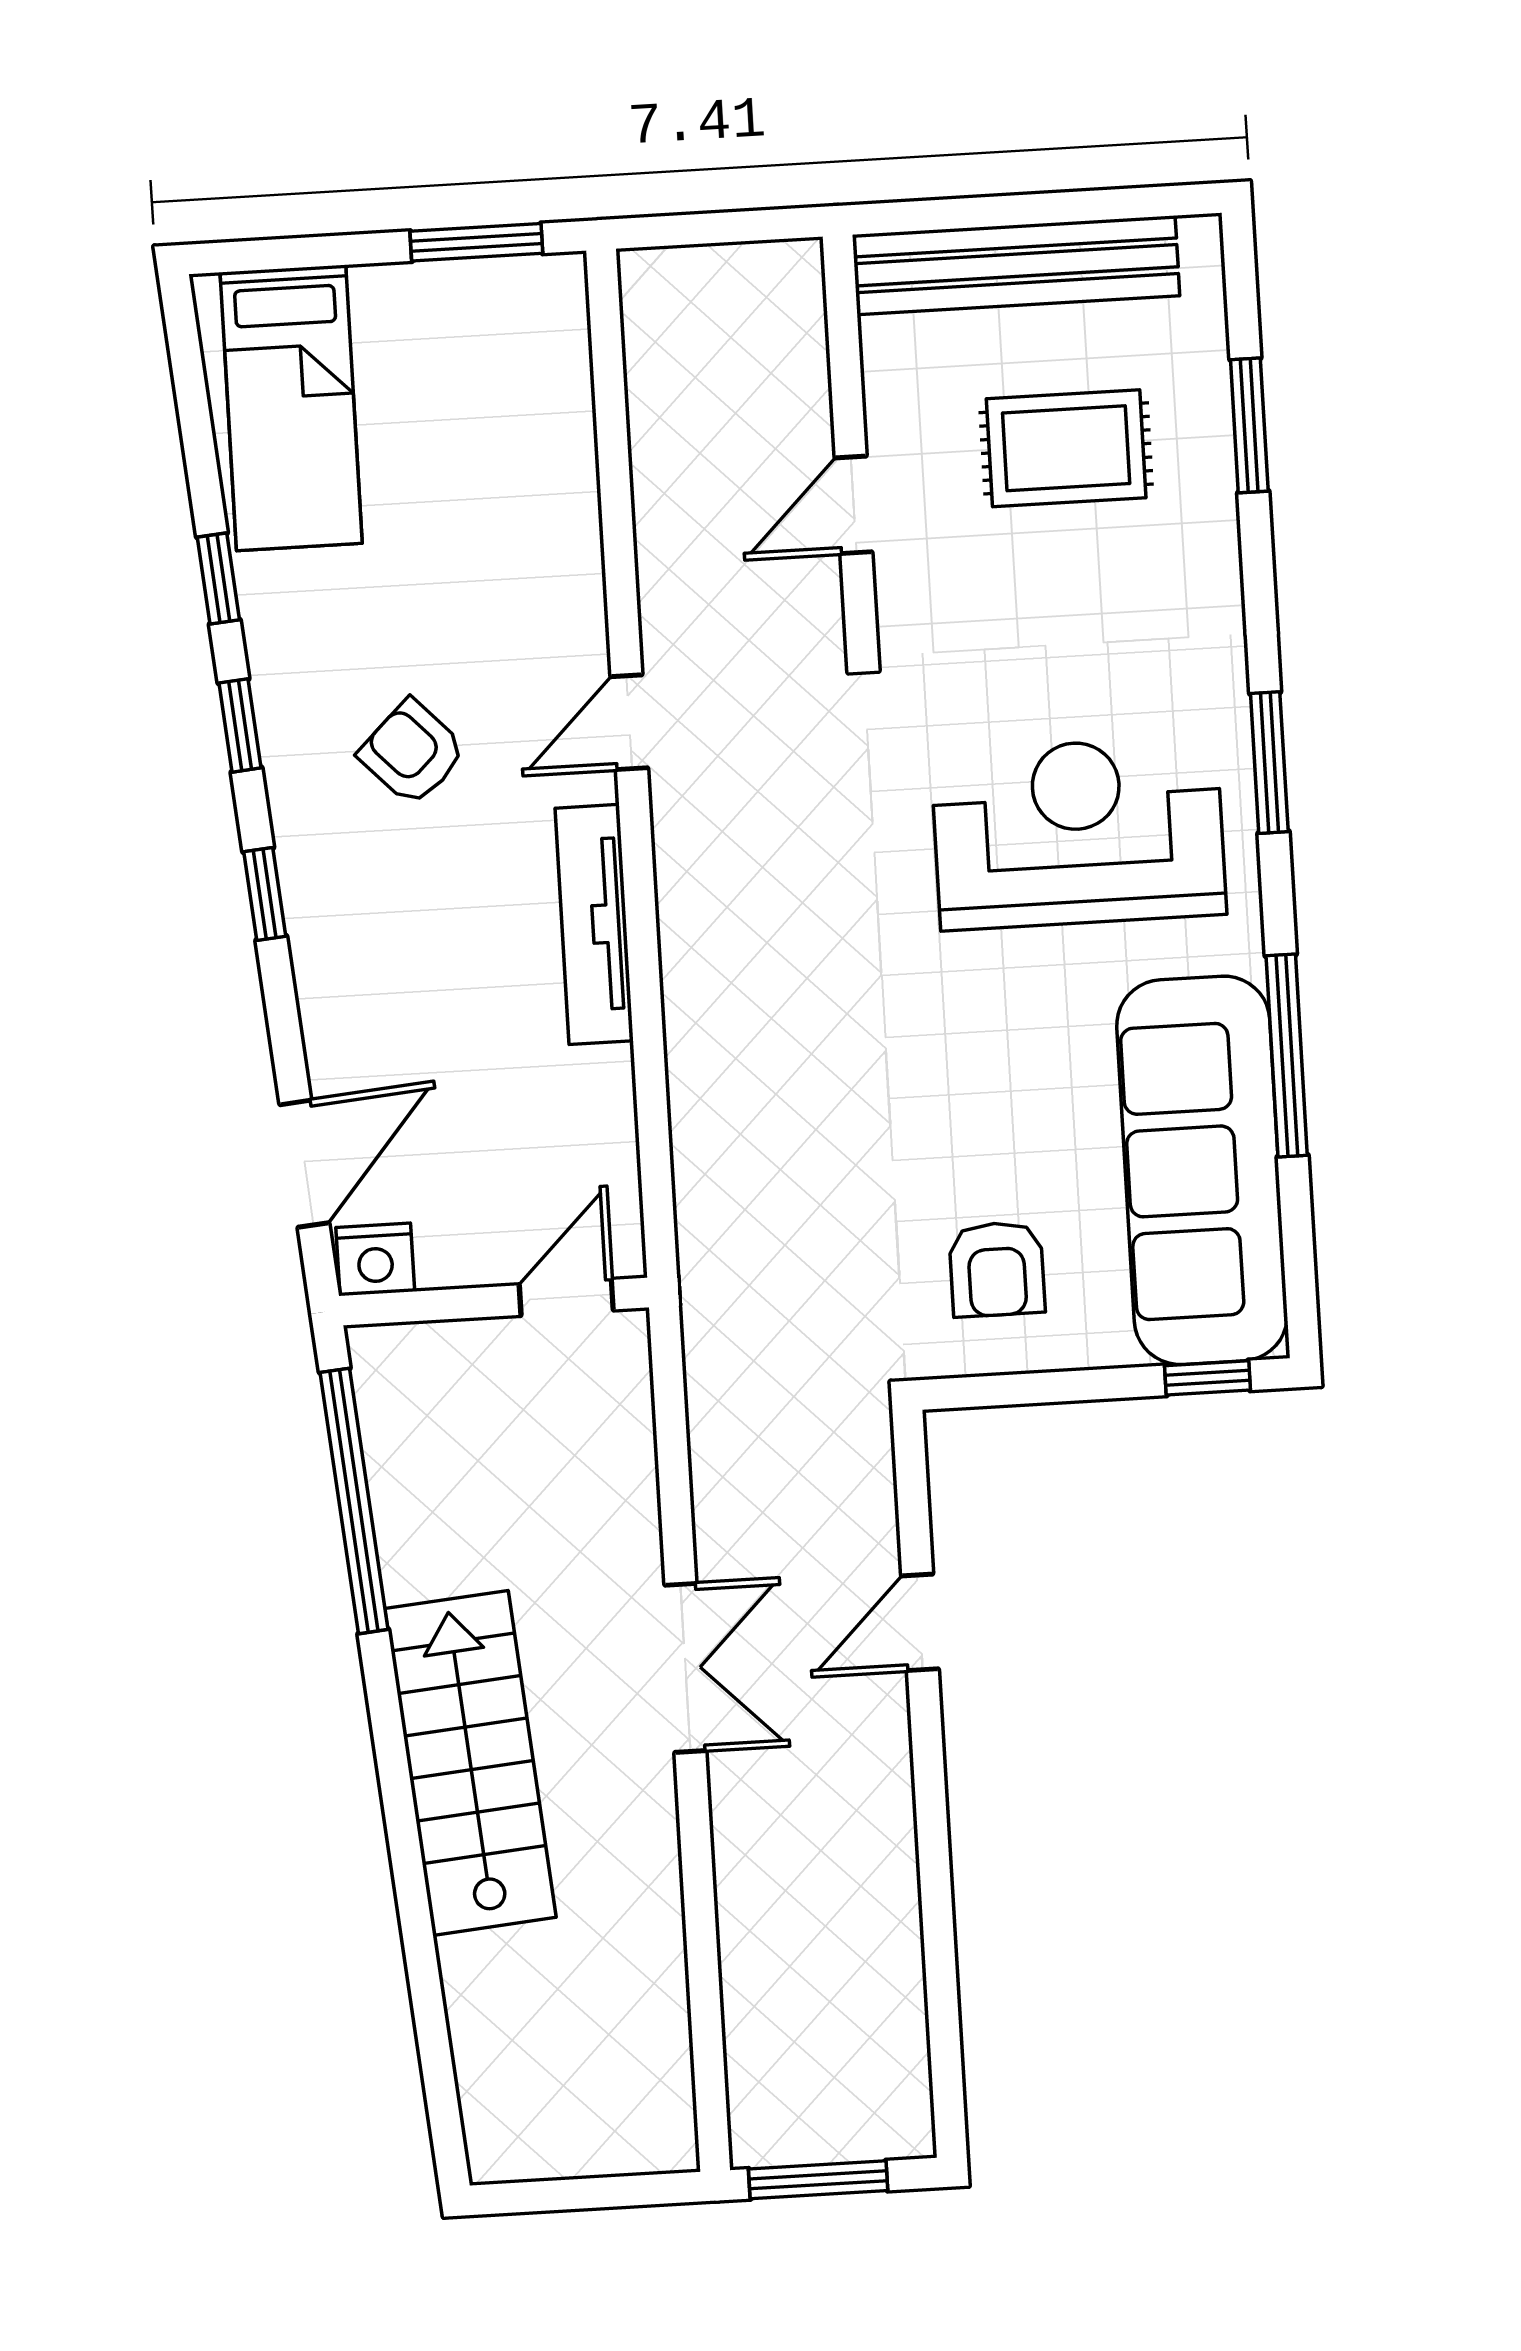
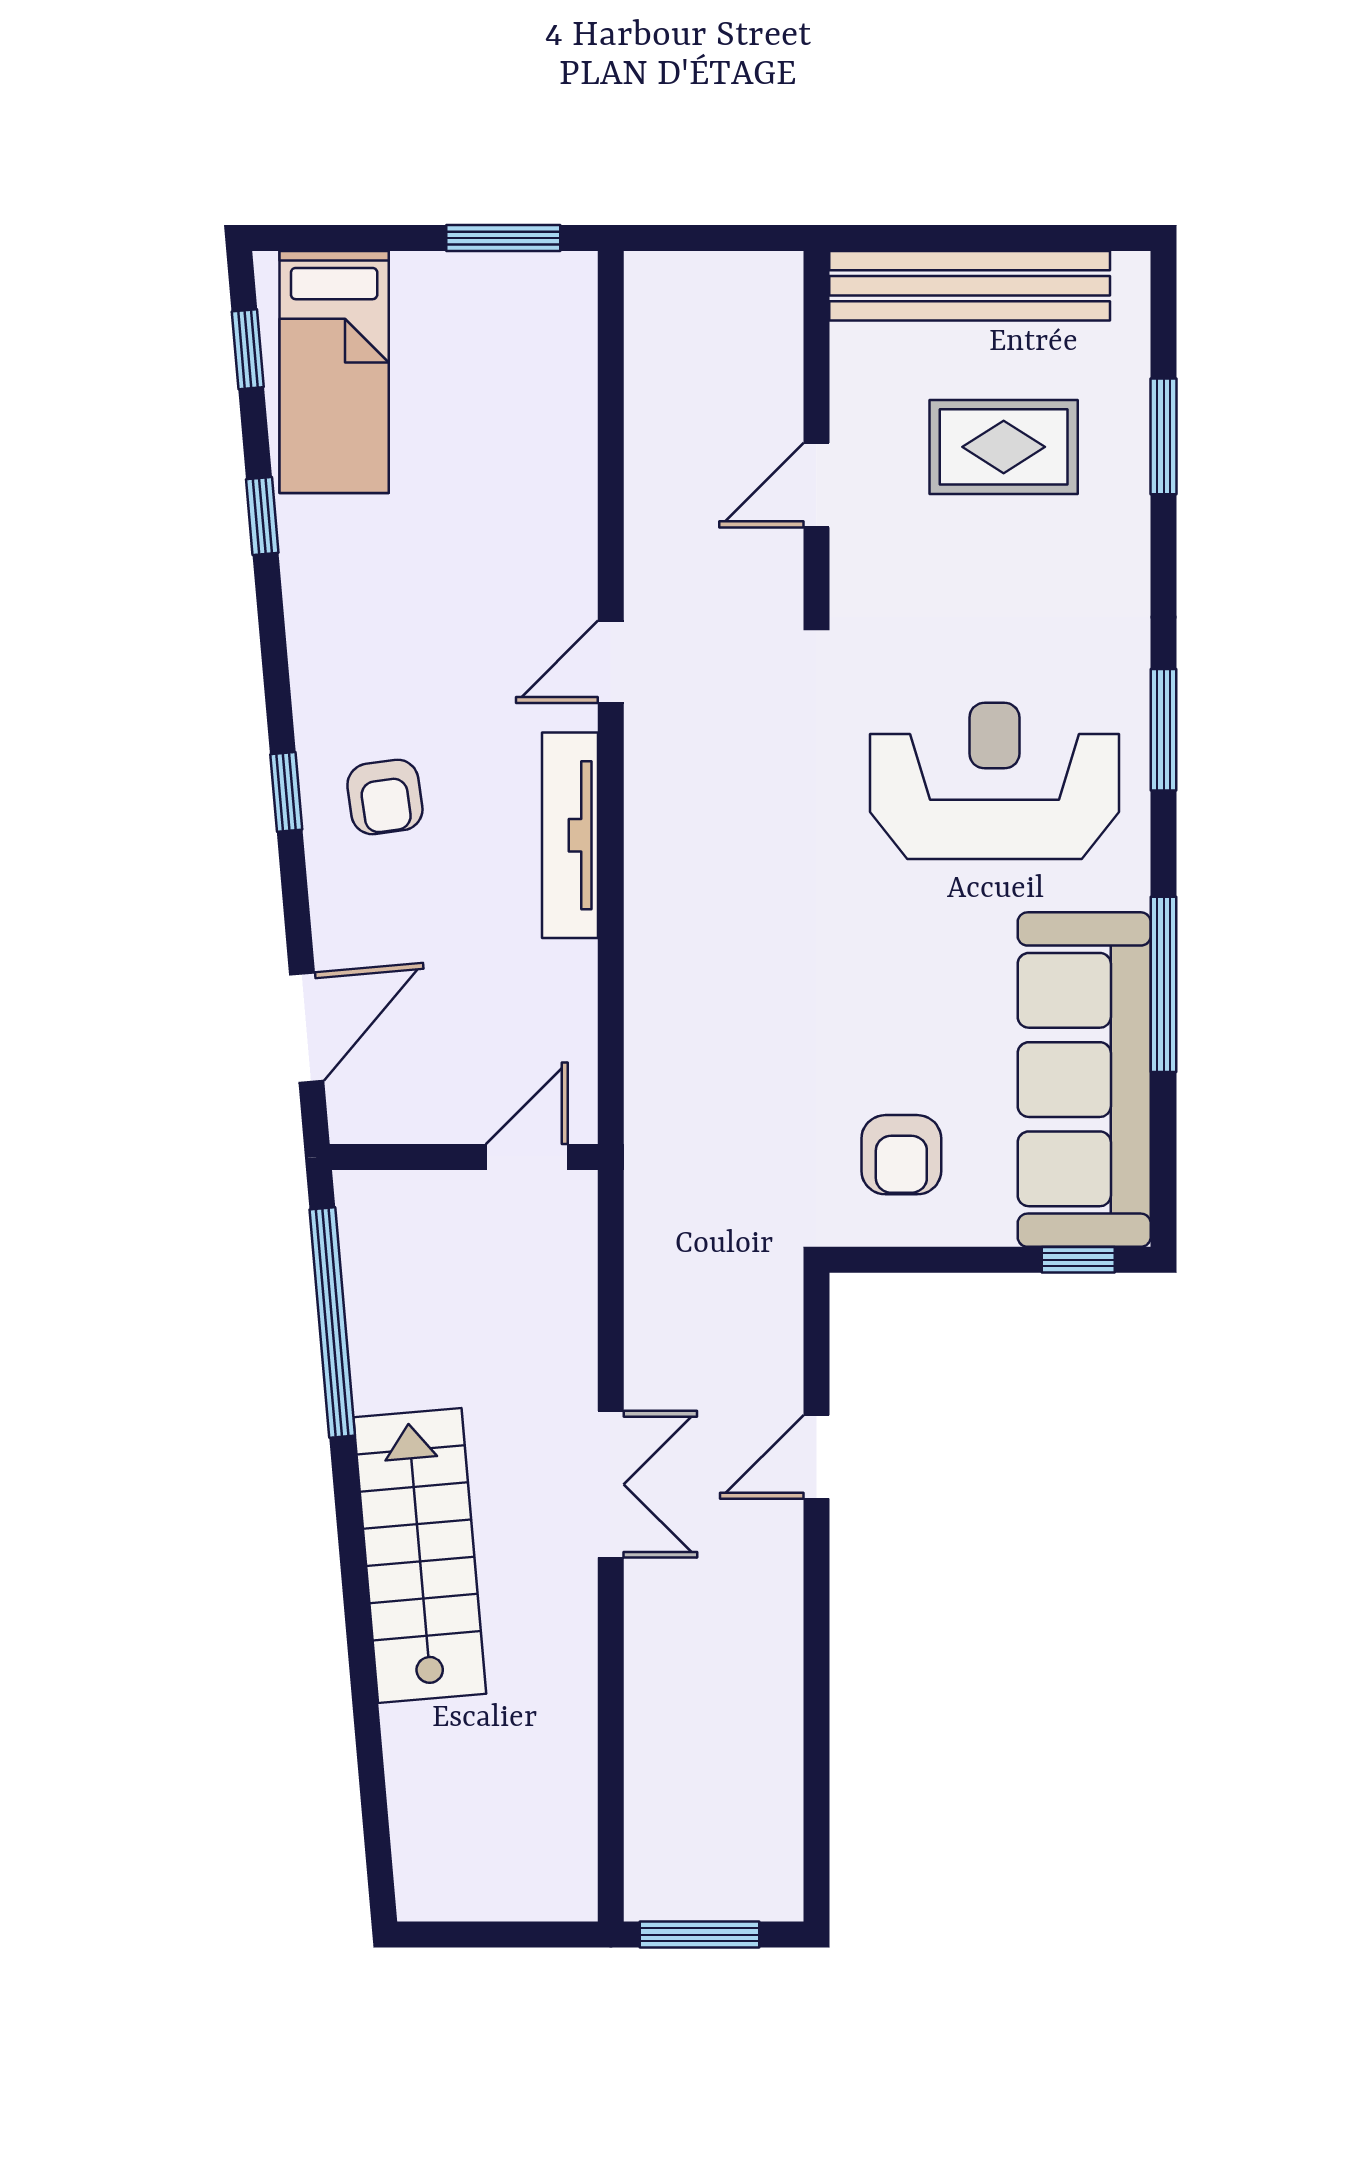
window: (240, 725) -> (248, 349), moved
armchair: (412, 753) -> (385, 797), moved, turned -144
nightstand: (375, 1259) -> (363, 1114), removed

